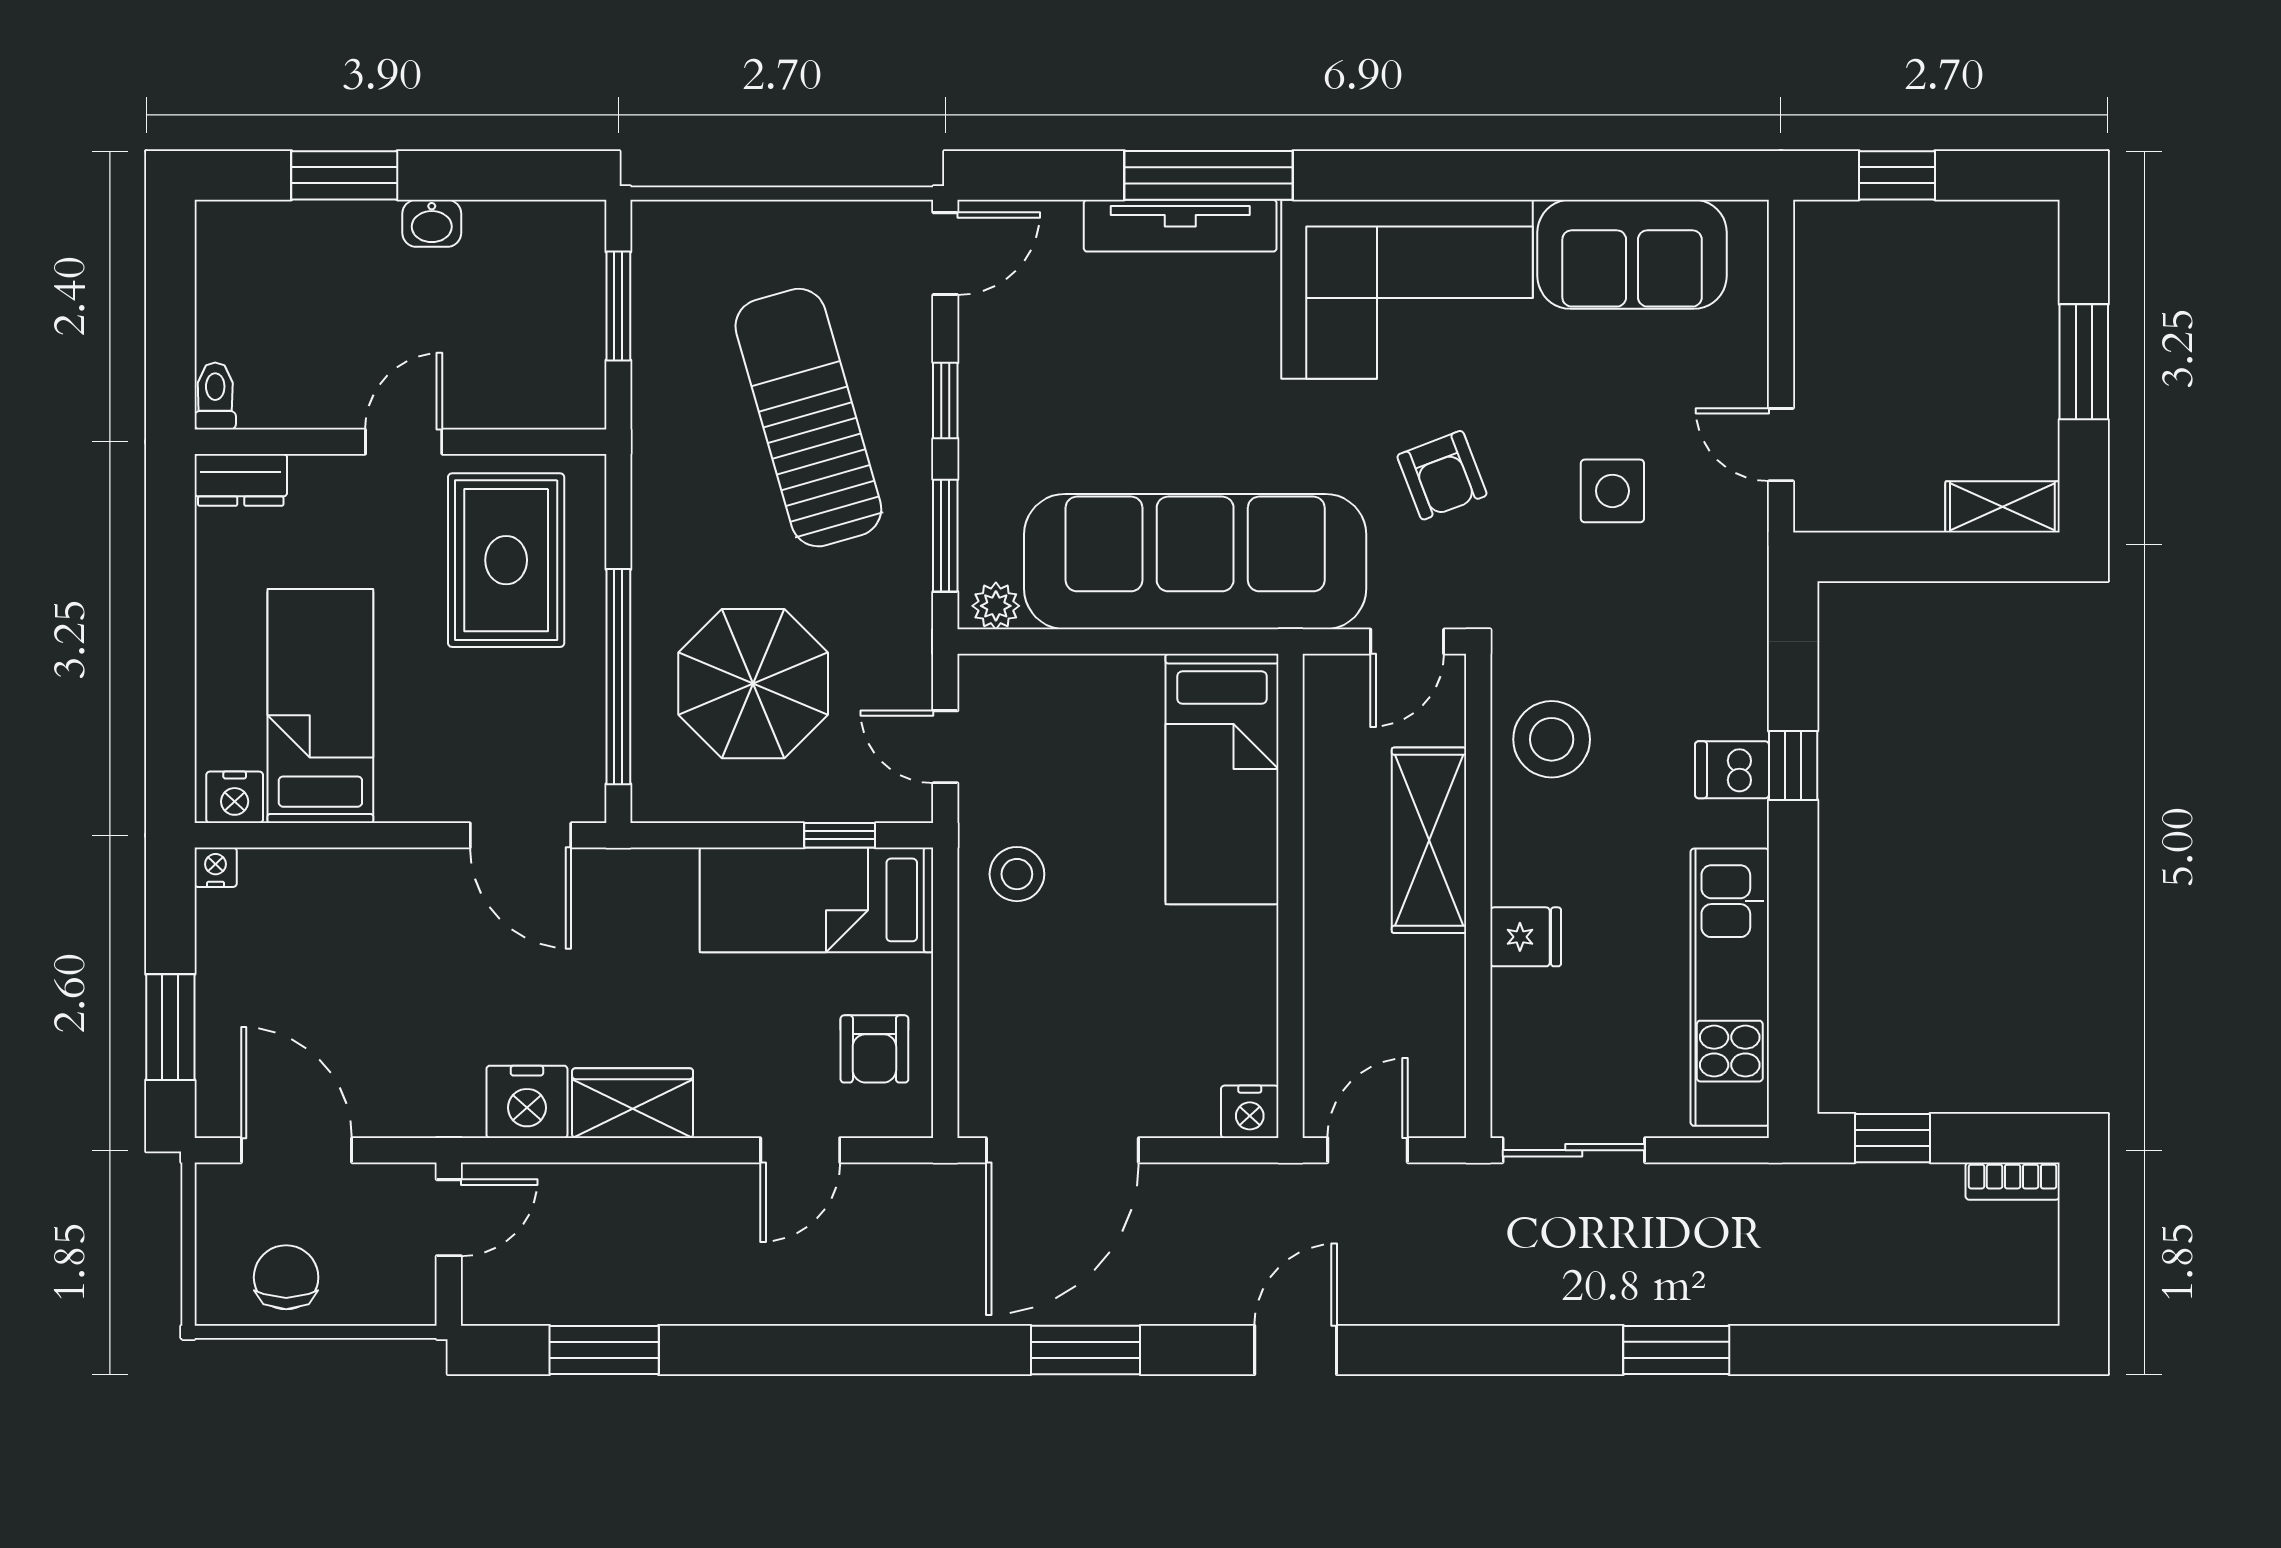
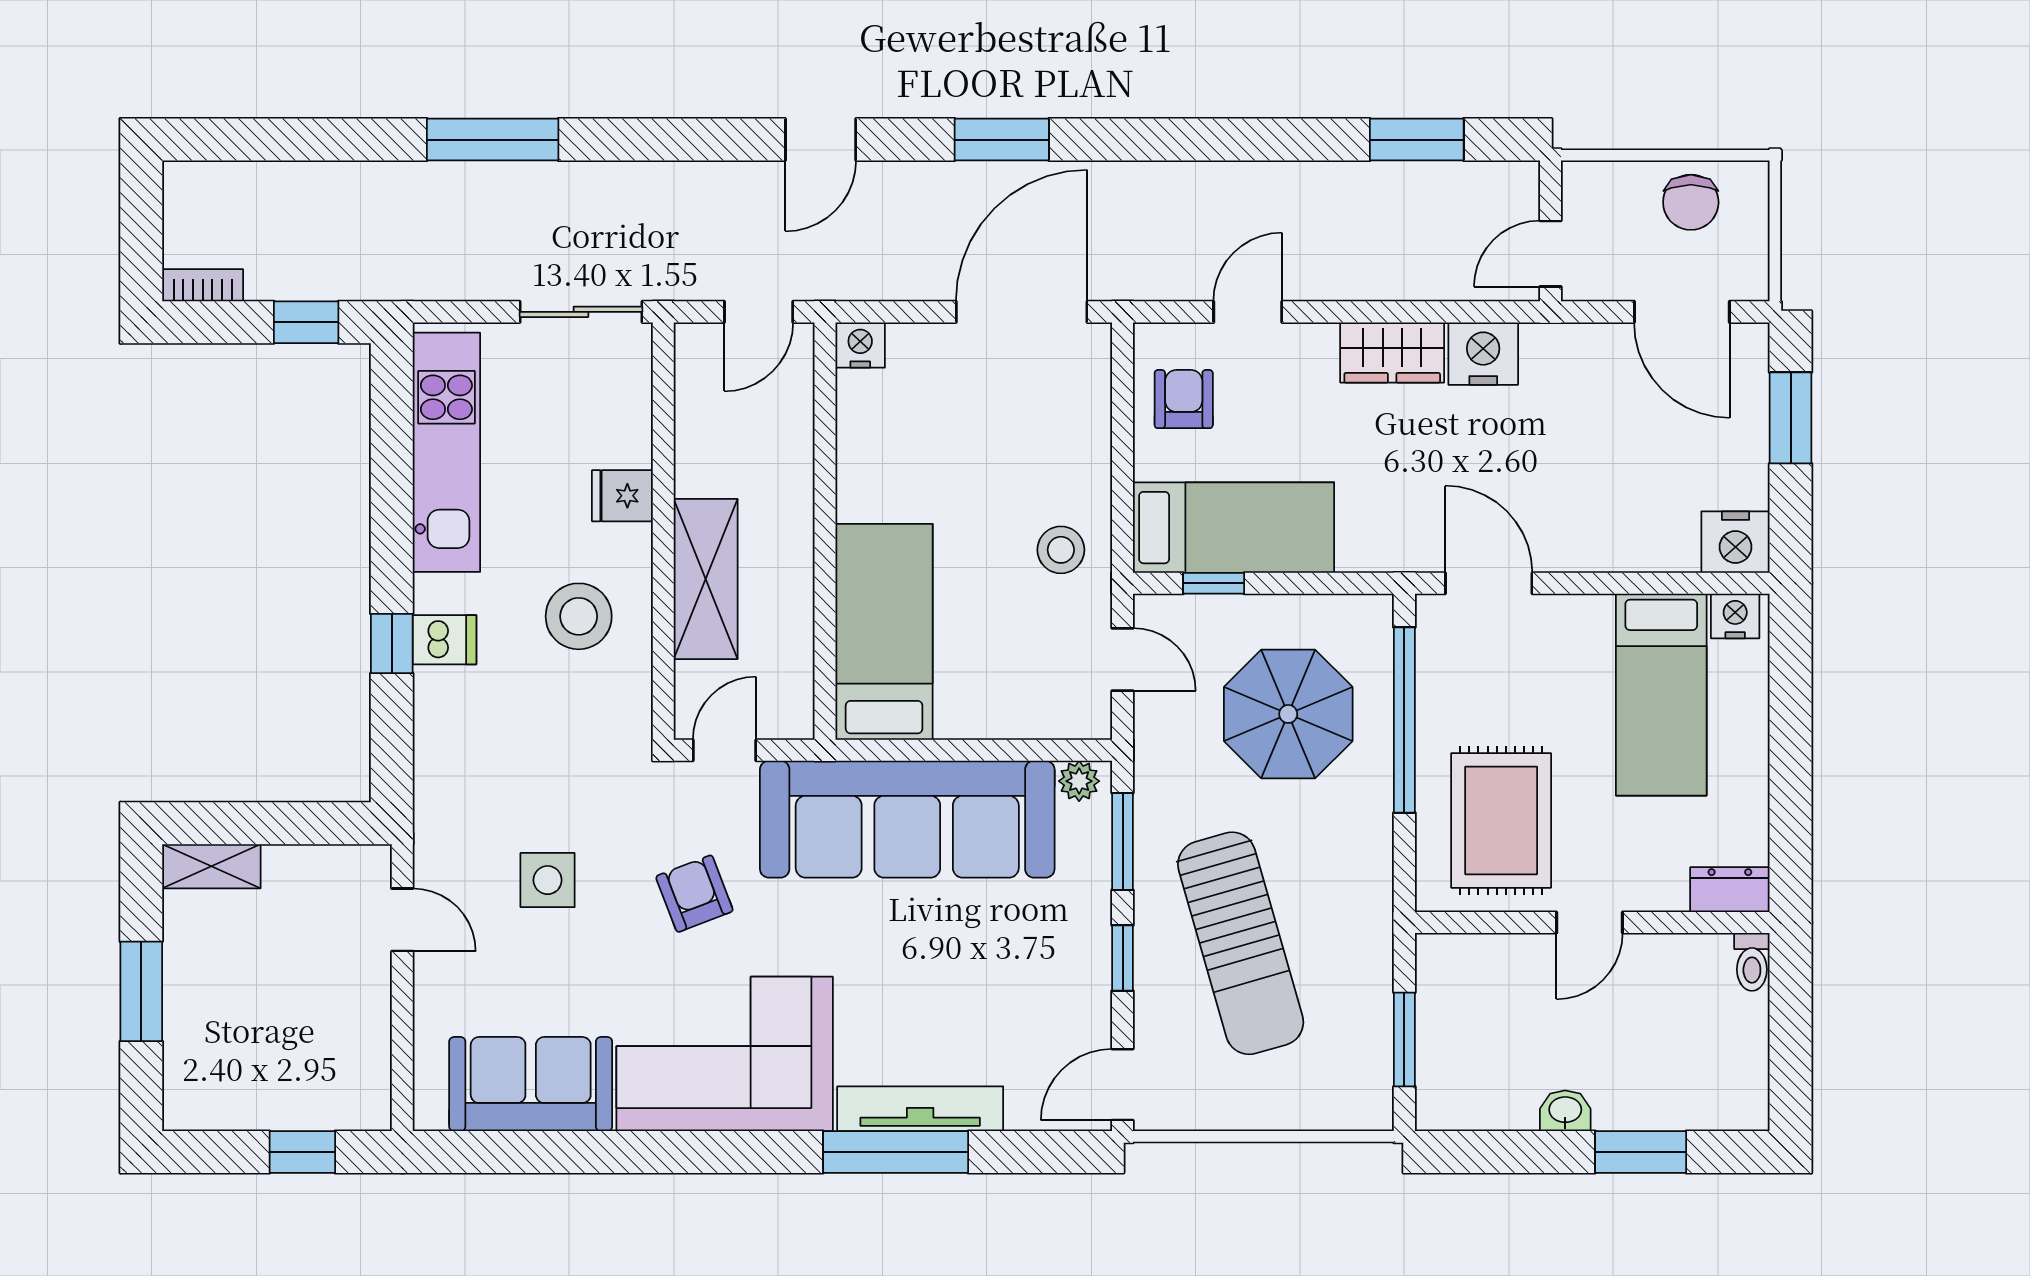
stool: (1552, 739) -> (579, 616), moved
nightstand: (216, 867) -> (1735, 542), width x1.89, depth x1.79
window: (1676, 1350) -> (493, 140), width x1.44

